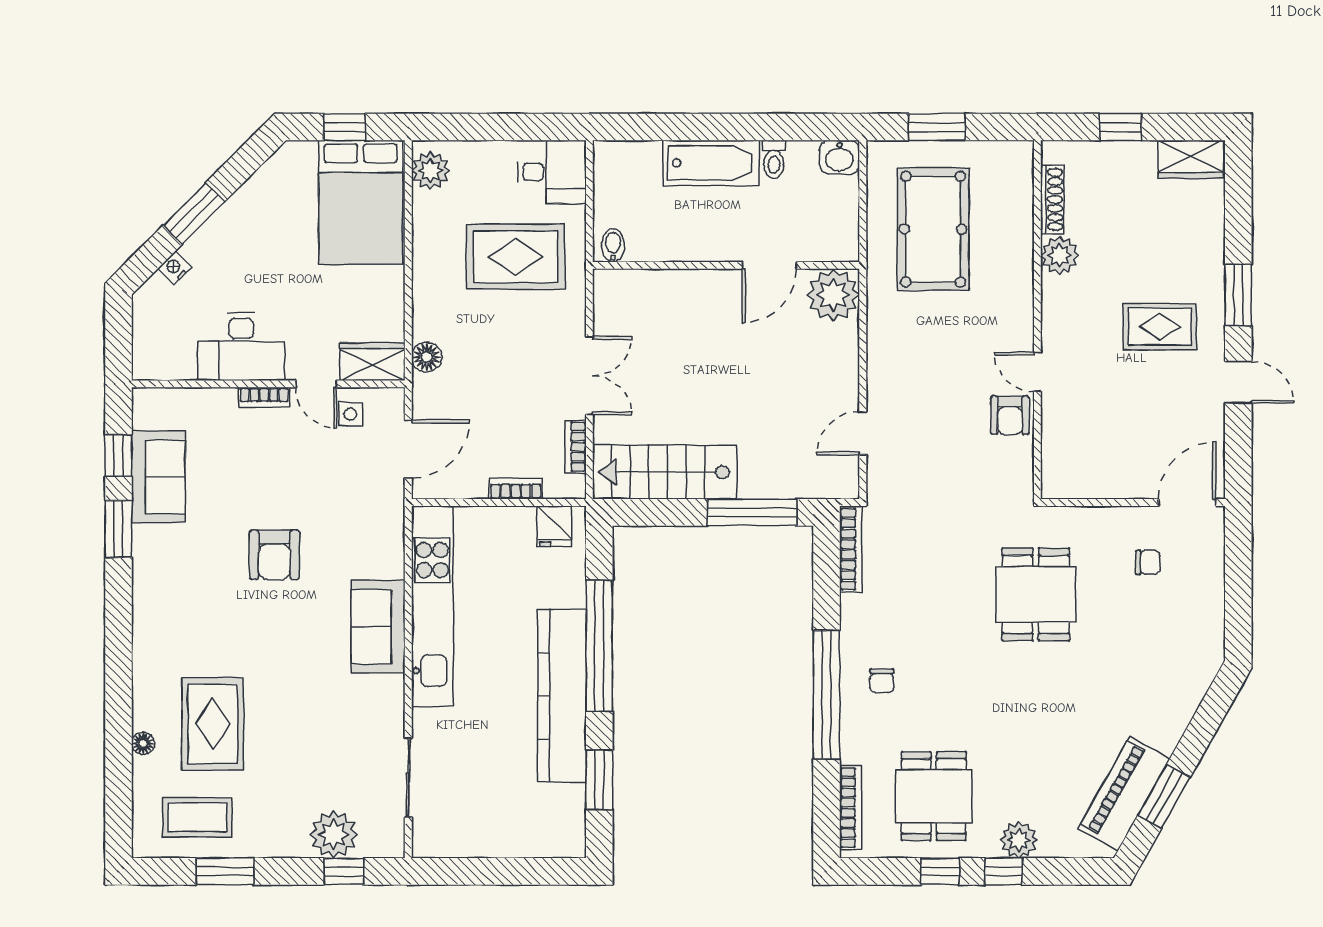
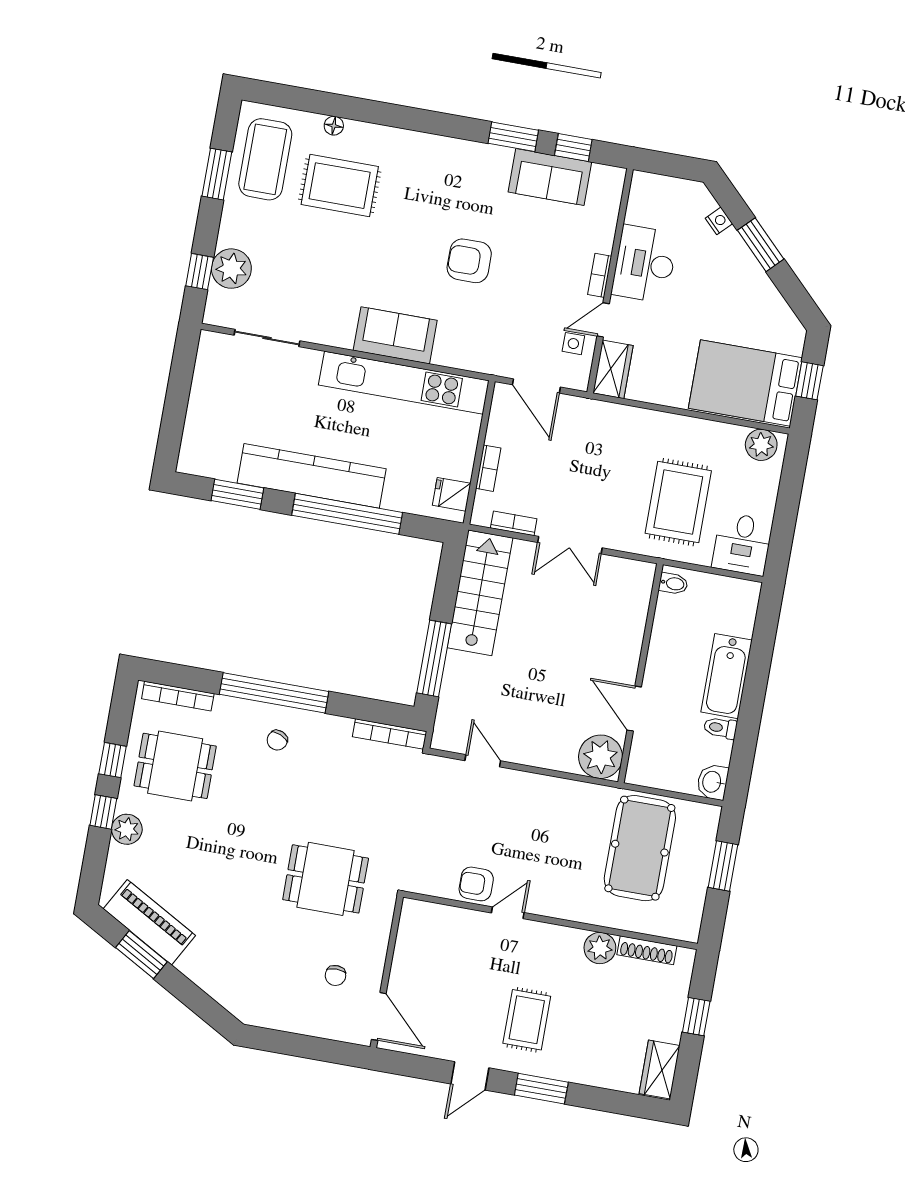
pool table: (933, 229) -> (640, 848), turned 90
floor lamp: (427, 357) -> (609, 414), removed
chair: (882, 681) -> (277, 740), turned -67
coffee table: (197, 817) -> (265, 159), width x1.36, depth x1.32

